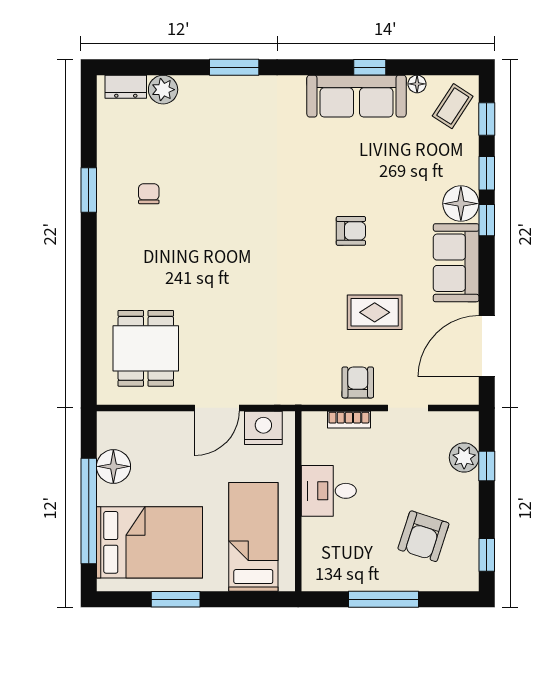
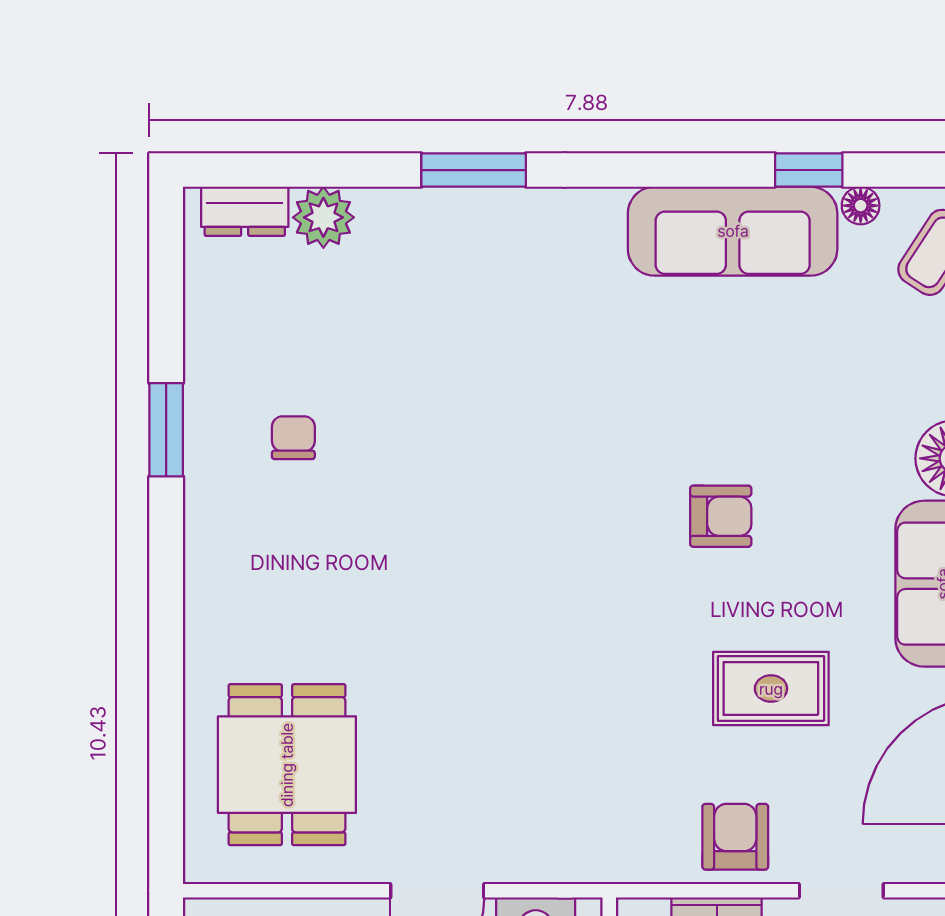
window: (370, 67) -> (809, 170), moved

